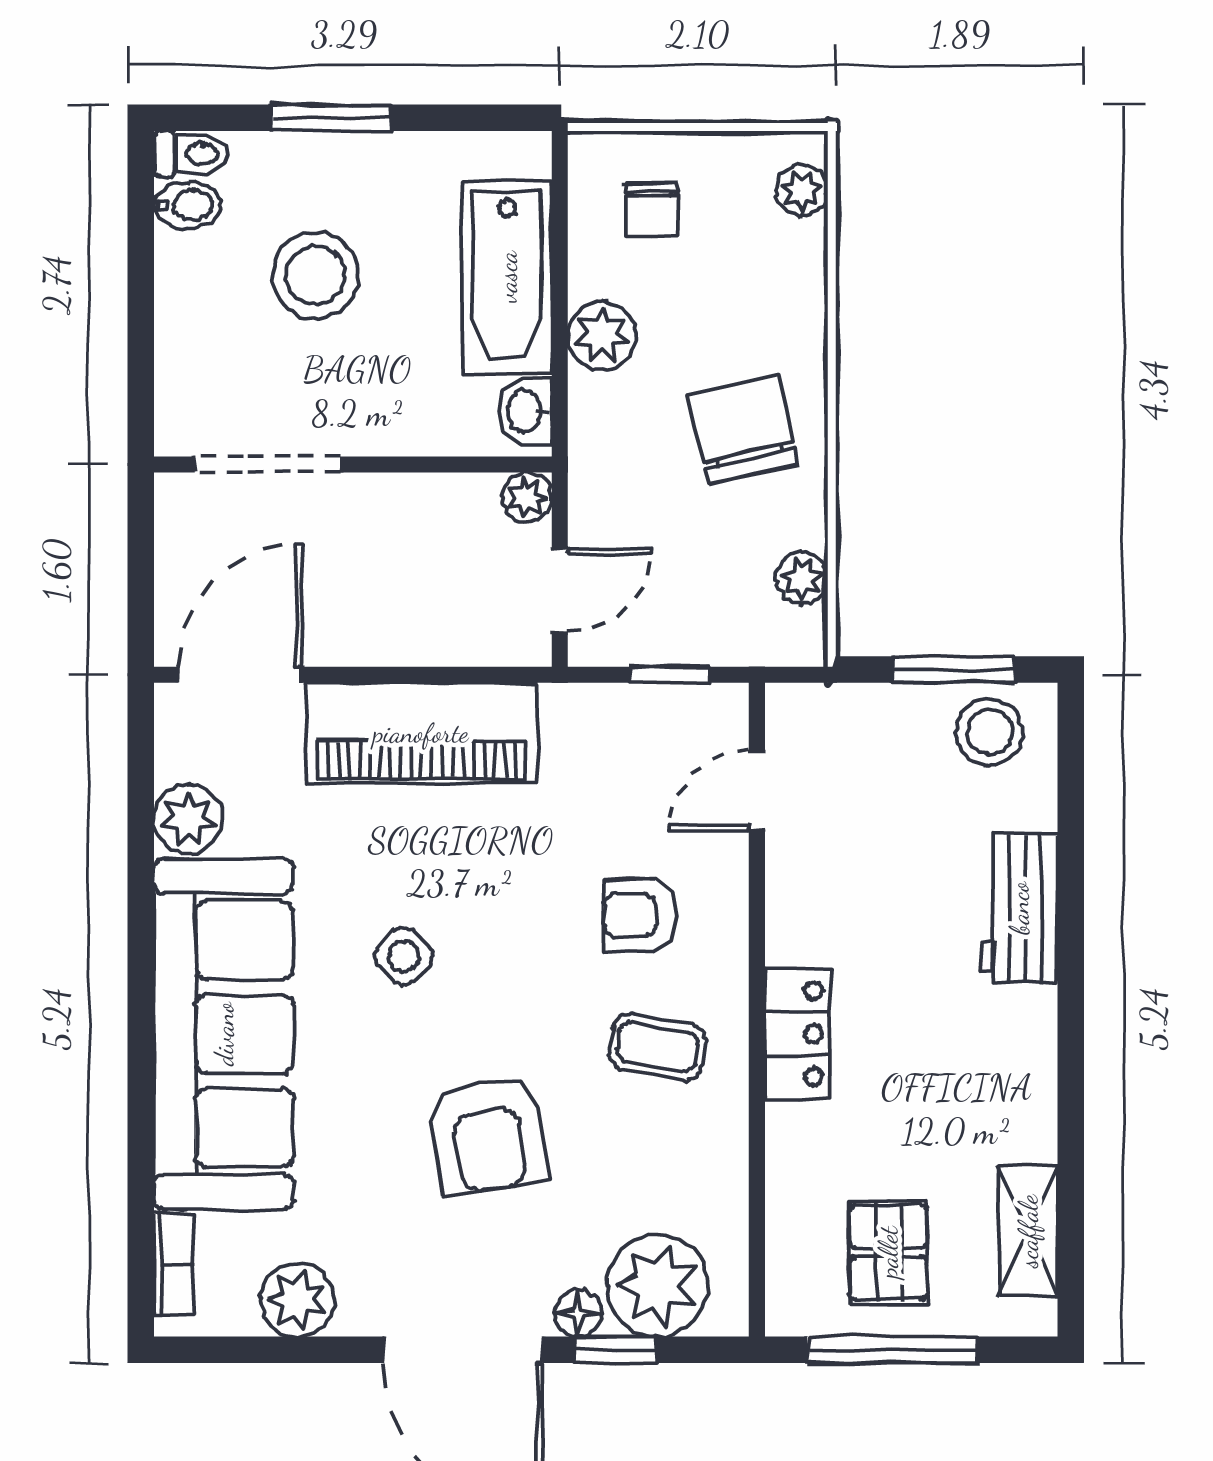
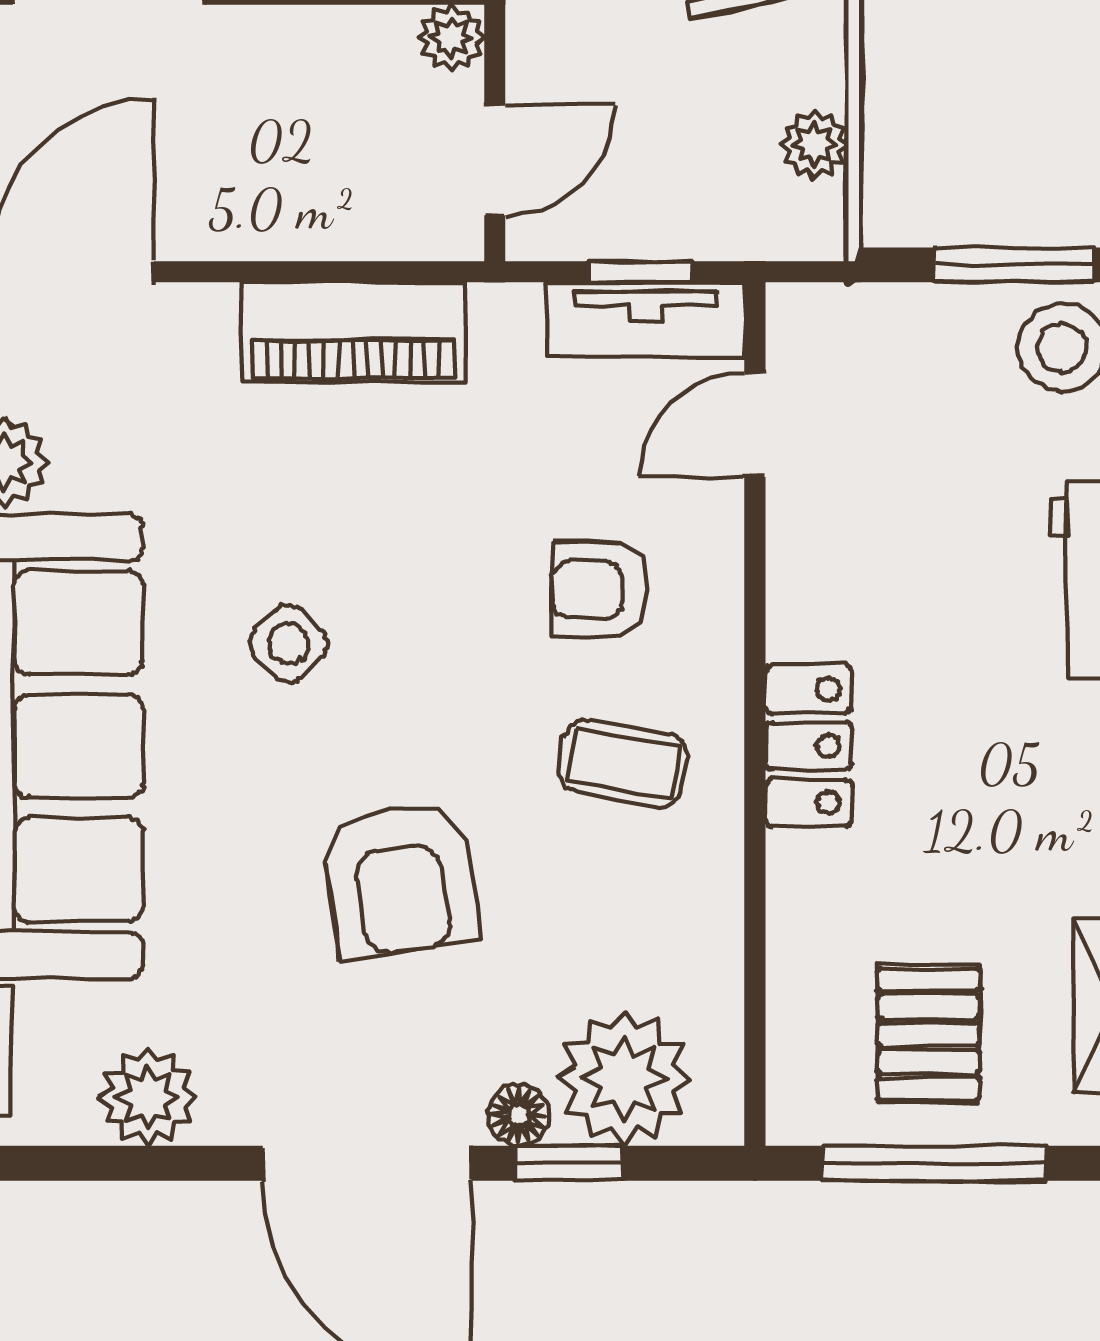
tv unit: (674, 711) -> (646, 320), added
piano: (421, 733) -> (353, 332), width x0.73, depth x0.75

